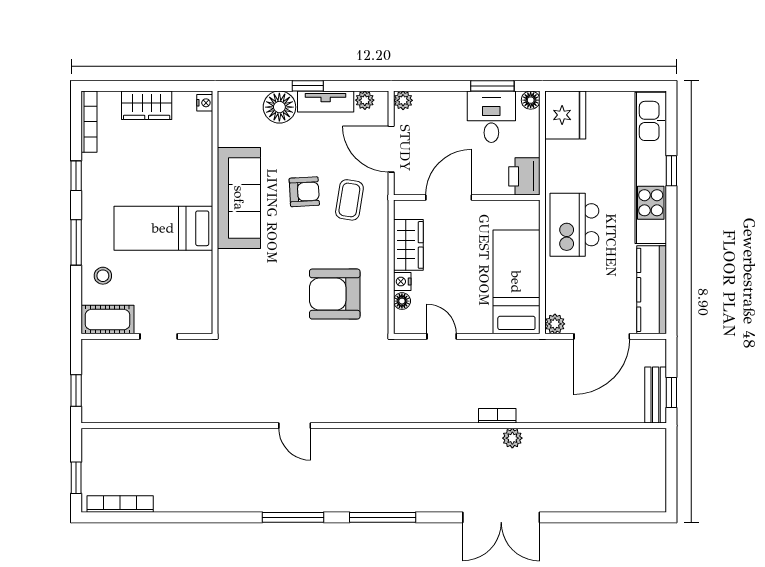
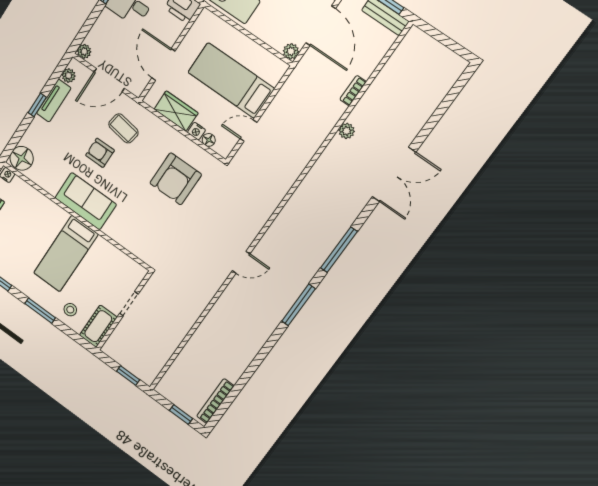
floor lamp: (279, 107) -> (22, 158), moved
armchair: (304, 192) -> (100, 153), turned -87
sofa: (239, 198) -> (86, 201), width x0.73
bed: (516, 282) -> (231, 80), moved
bookcase: (497, 416) -> (353, 91), moved

